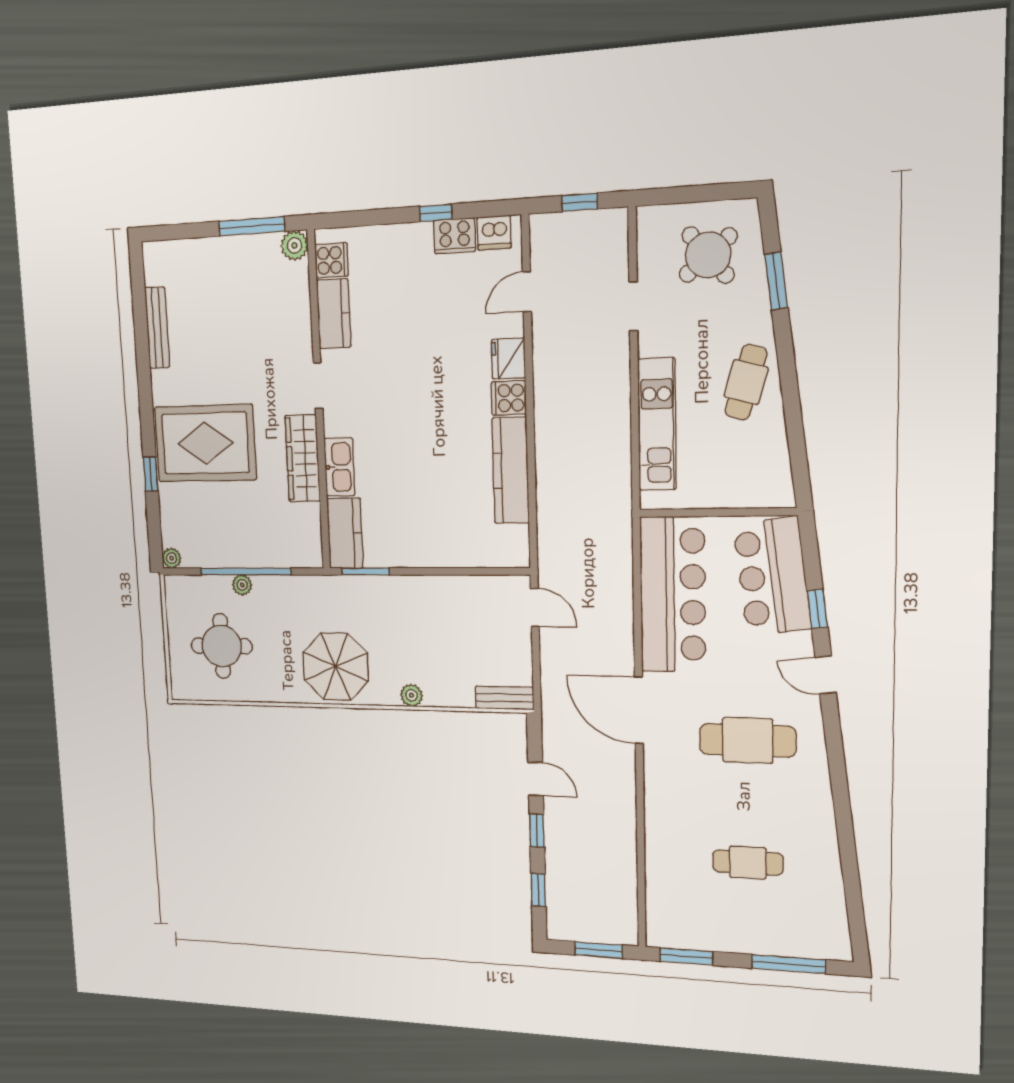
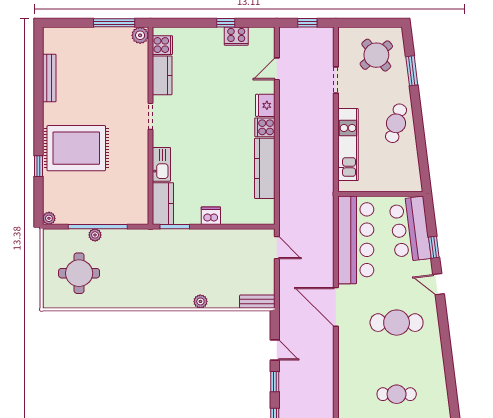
dishwasher: (494, 233) -> (211, 216), moved, turned 180
wardrobe: (303, 458) -> (139, 159), removed
parasol: (336, 667) -> (153, 285), removed

